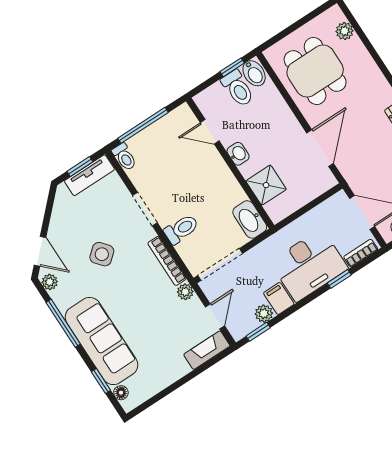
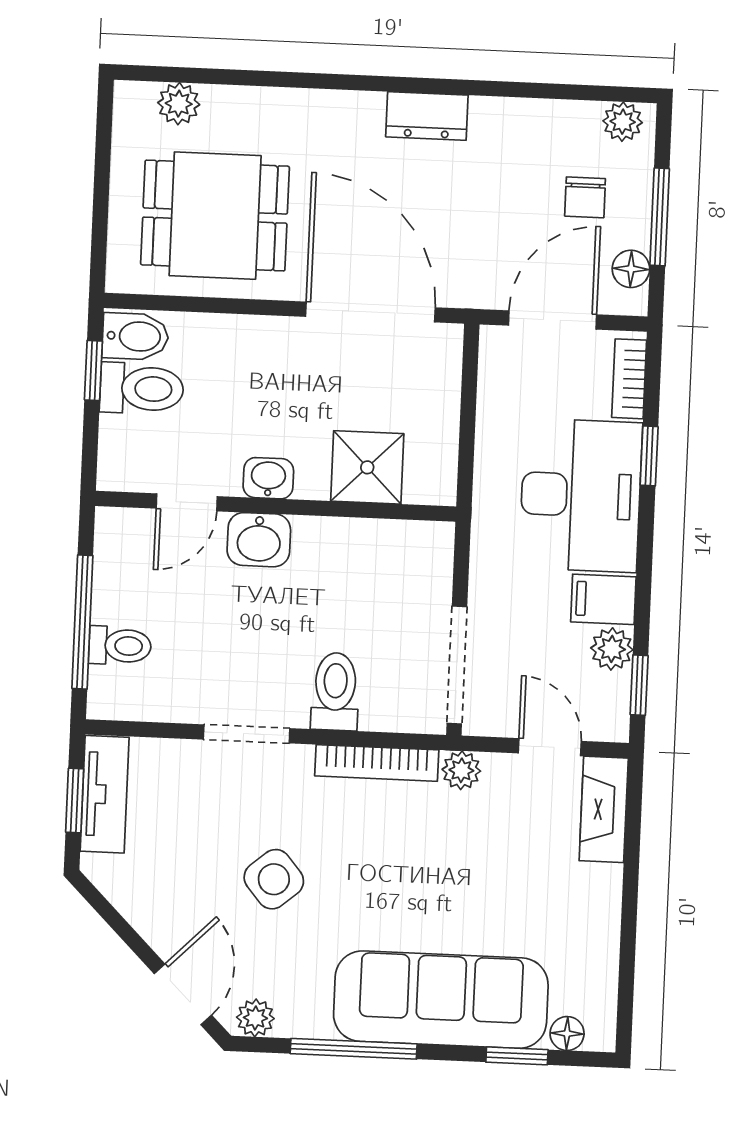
door: (320, 148) -> (370, 312), width x1.36
toilet: (124, 157) -> (120, 646), moved
washbasin: (250, 220) -> (259, 540), moved, width x0.72
door: (40, 251) -> (183, 994), hinge flipped

